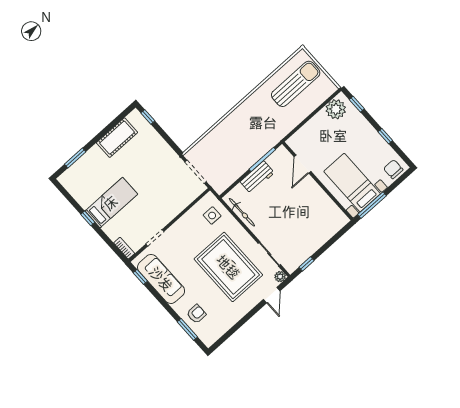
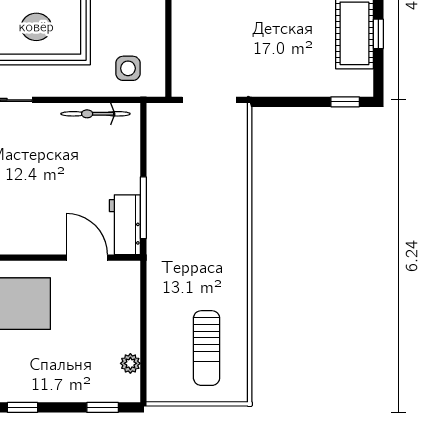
sun lounger: (296, 84) -> (207, 348), width x0.73, depth x0.75
plant: (336, 109) -> (130, 363), width x0.53, depth x0.53
window: (109, 128) -> (378, 34), added
workbench: (257, 177) -> (125, 225), moved

